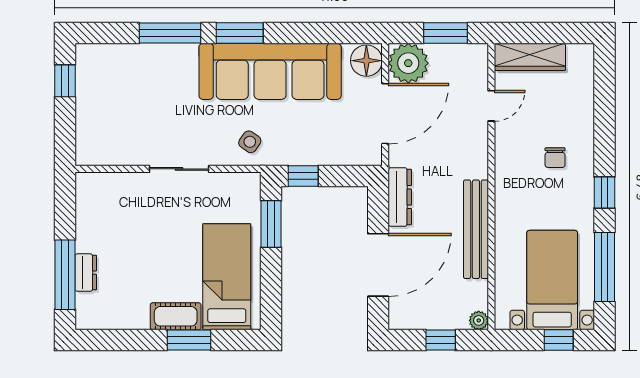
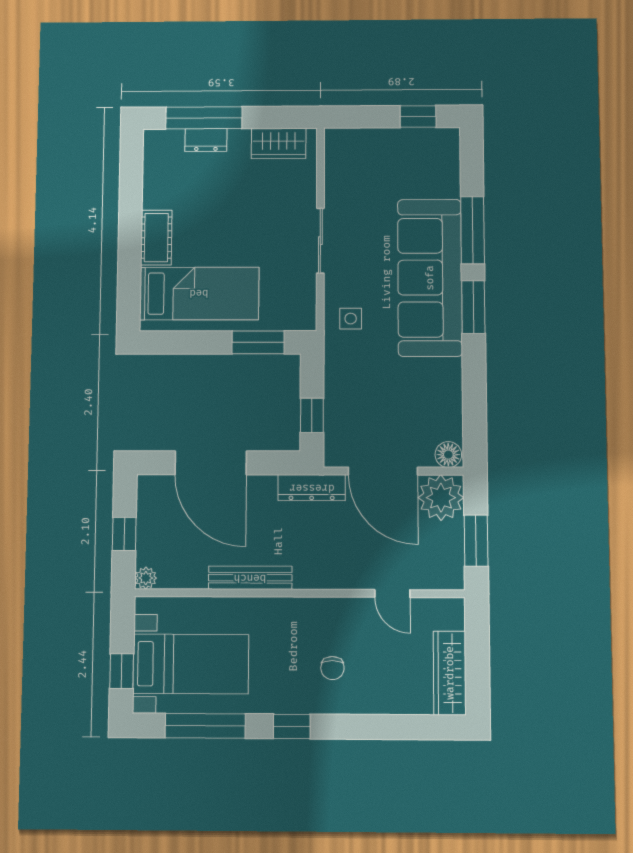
wardrobe: (530, 57) -> (450, 673), moved
floor lamp: (366, 61) -> (448, 455), width x0.73, depth x0.73
sofa: (270, 71) -> (430, 278), moved
side table: (250, 142) -> (351, 319), turned -35
chair: (555, 158) -> (332, 668), turned -90
window: (303, 176) -> (312, 415), moved
dresser: (400, 197) -> (312, 488), moved
wardrobe: (89, 207) -> (279, 143), added
bench: (476, 229) -> (250, 578), width x0.73, depth x0.82
window: (189, 340) -> (130, 252), removed

